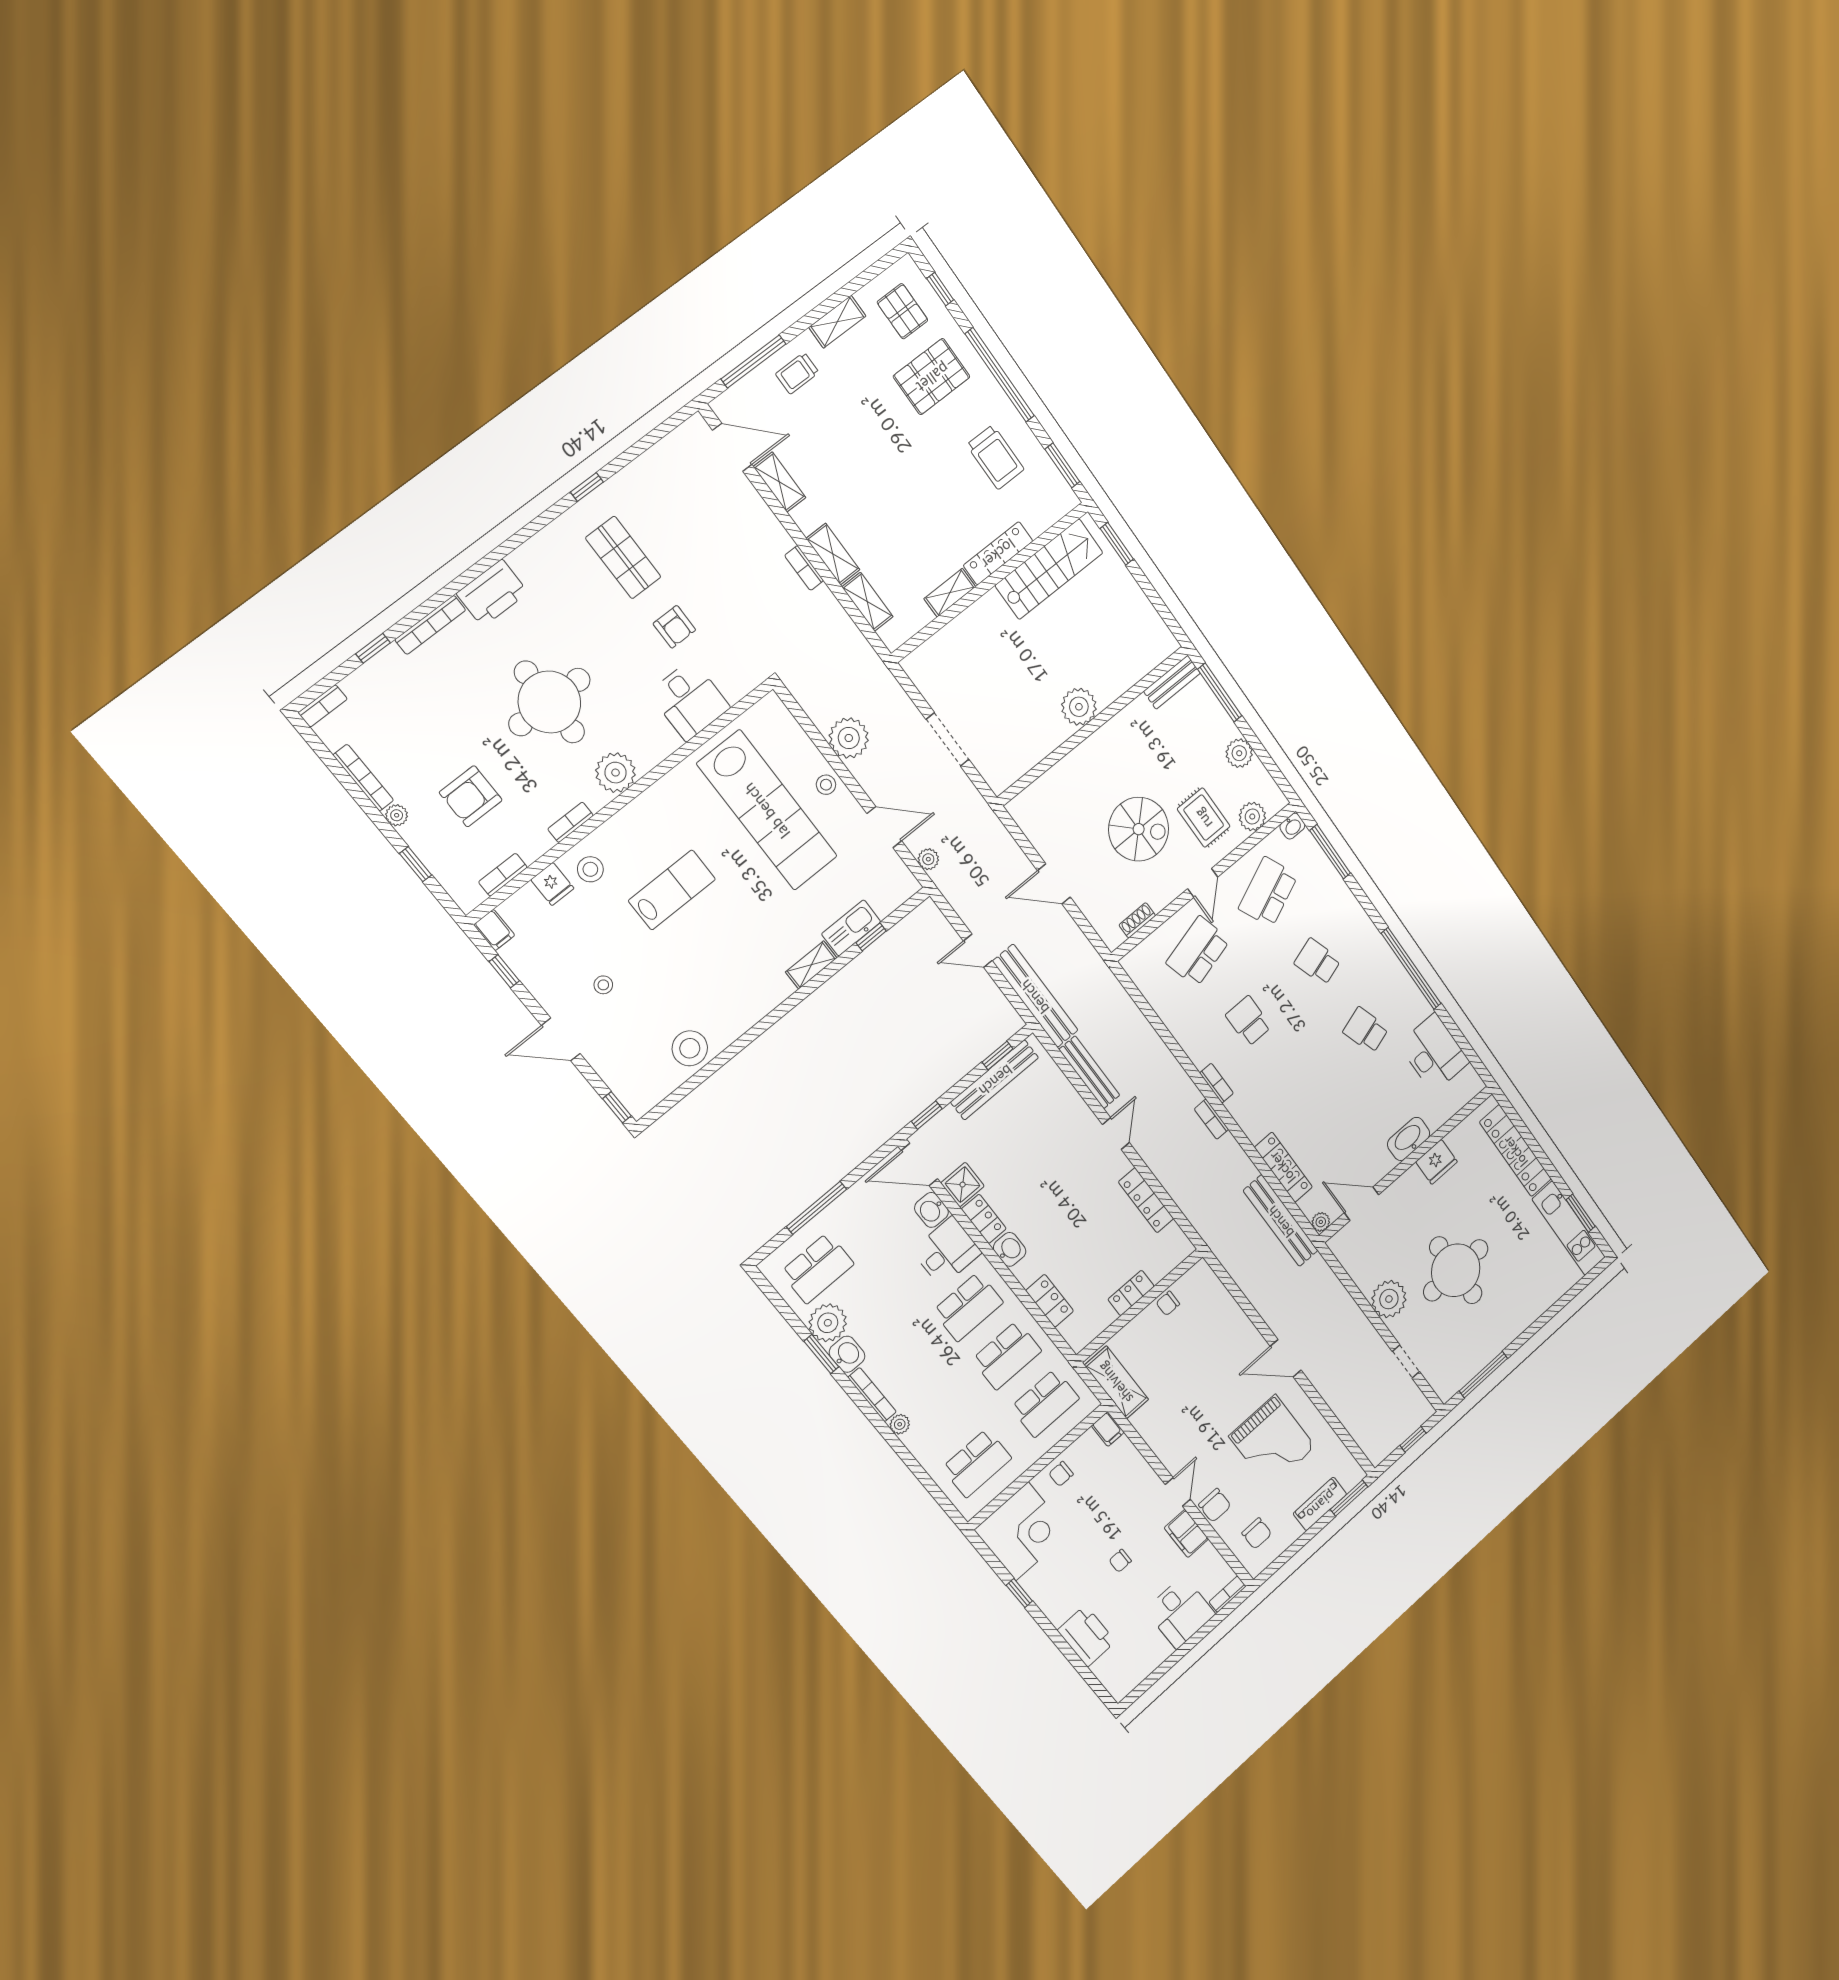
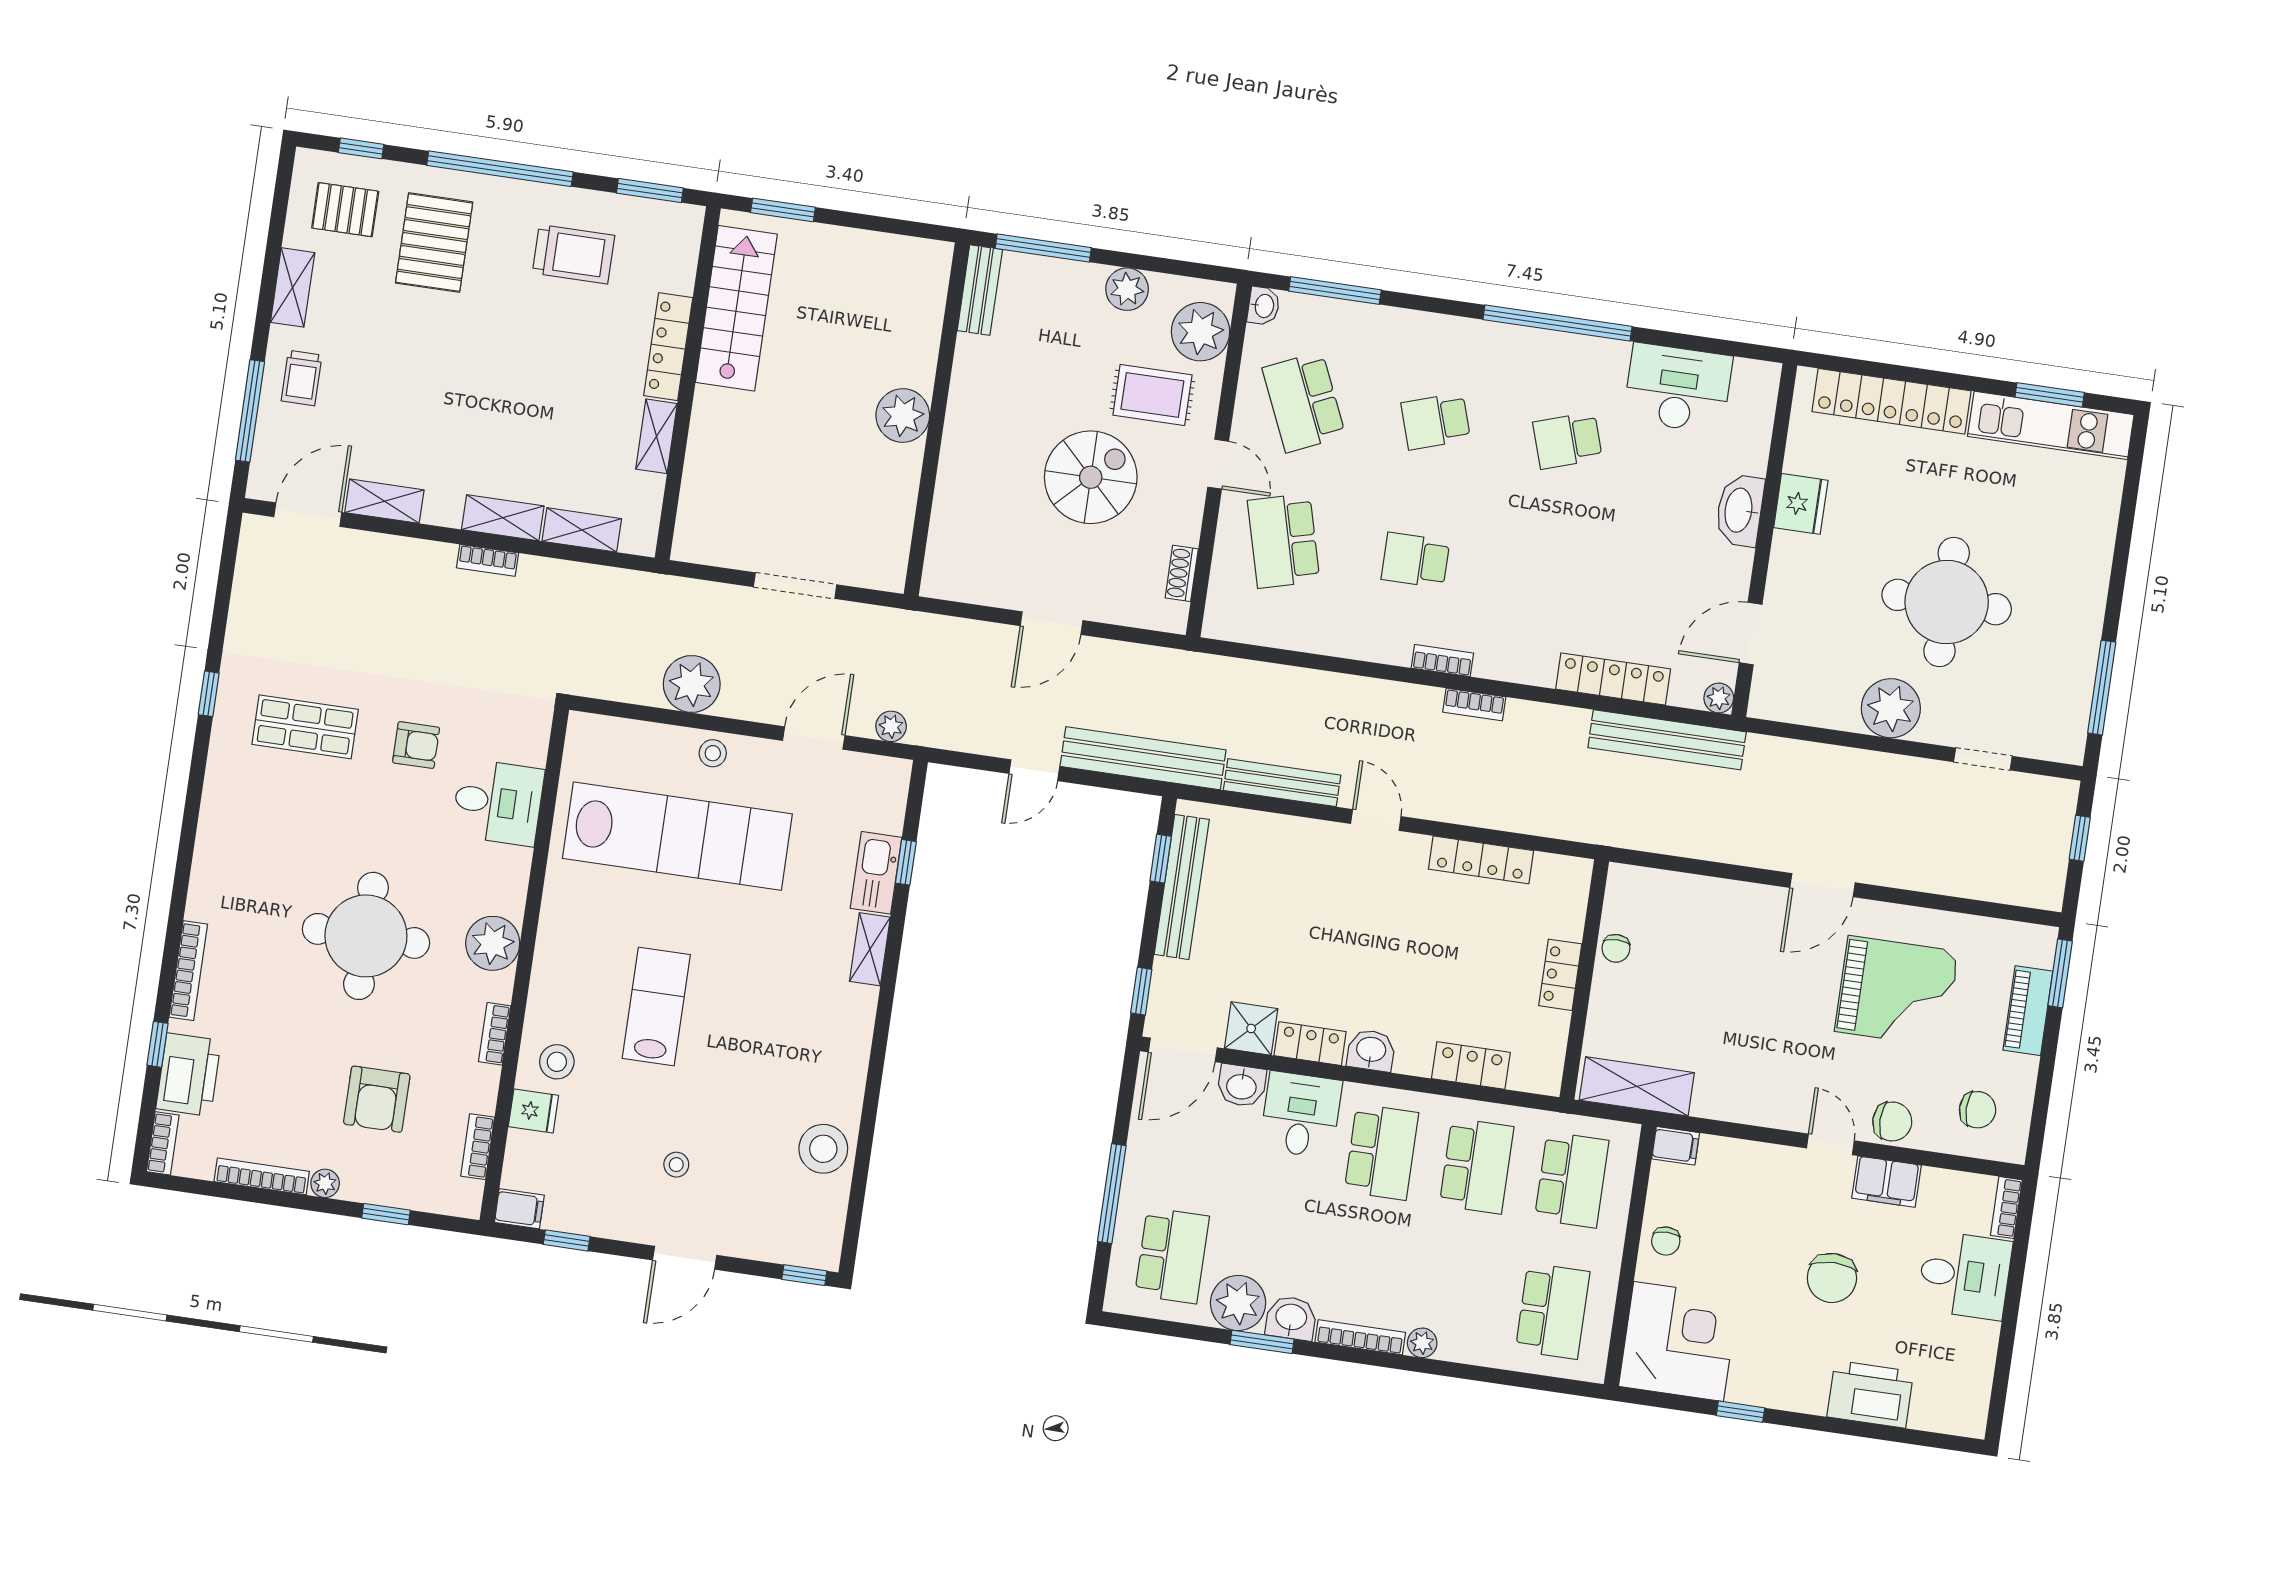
printer: (492, 593) -> (188, 1075), moved
plant: (1252, 817) -> (1201, 332), width x1.36, depth x1.36
chair: (1120, 1561) -> (1832, 1278), width x1.87, depth x1.87

